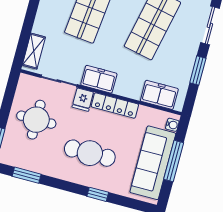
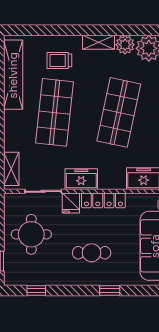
cafe table: (90, 153) -> (92, 253), width x0.73, depth x0.74
window: (27, 175) -> (36, 290), width x0.67

